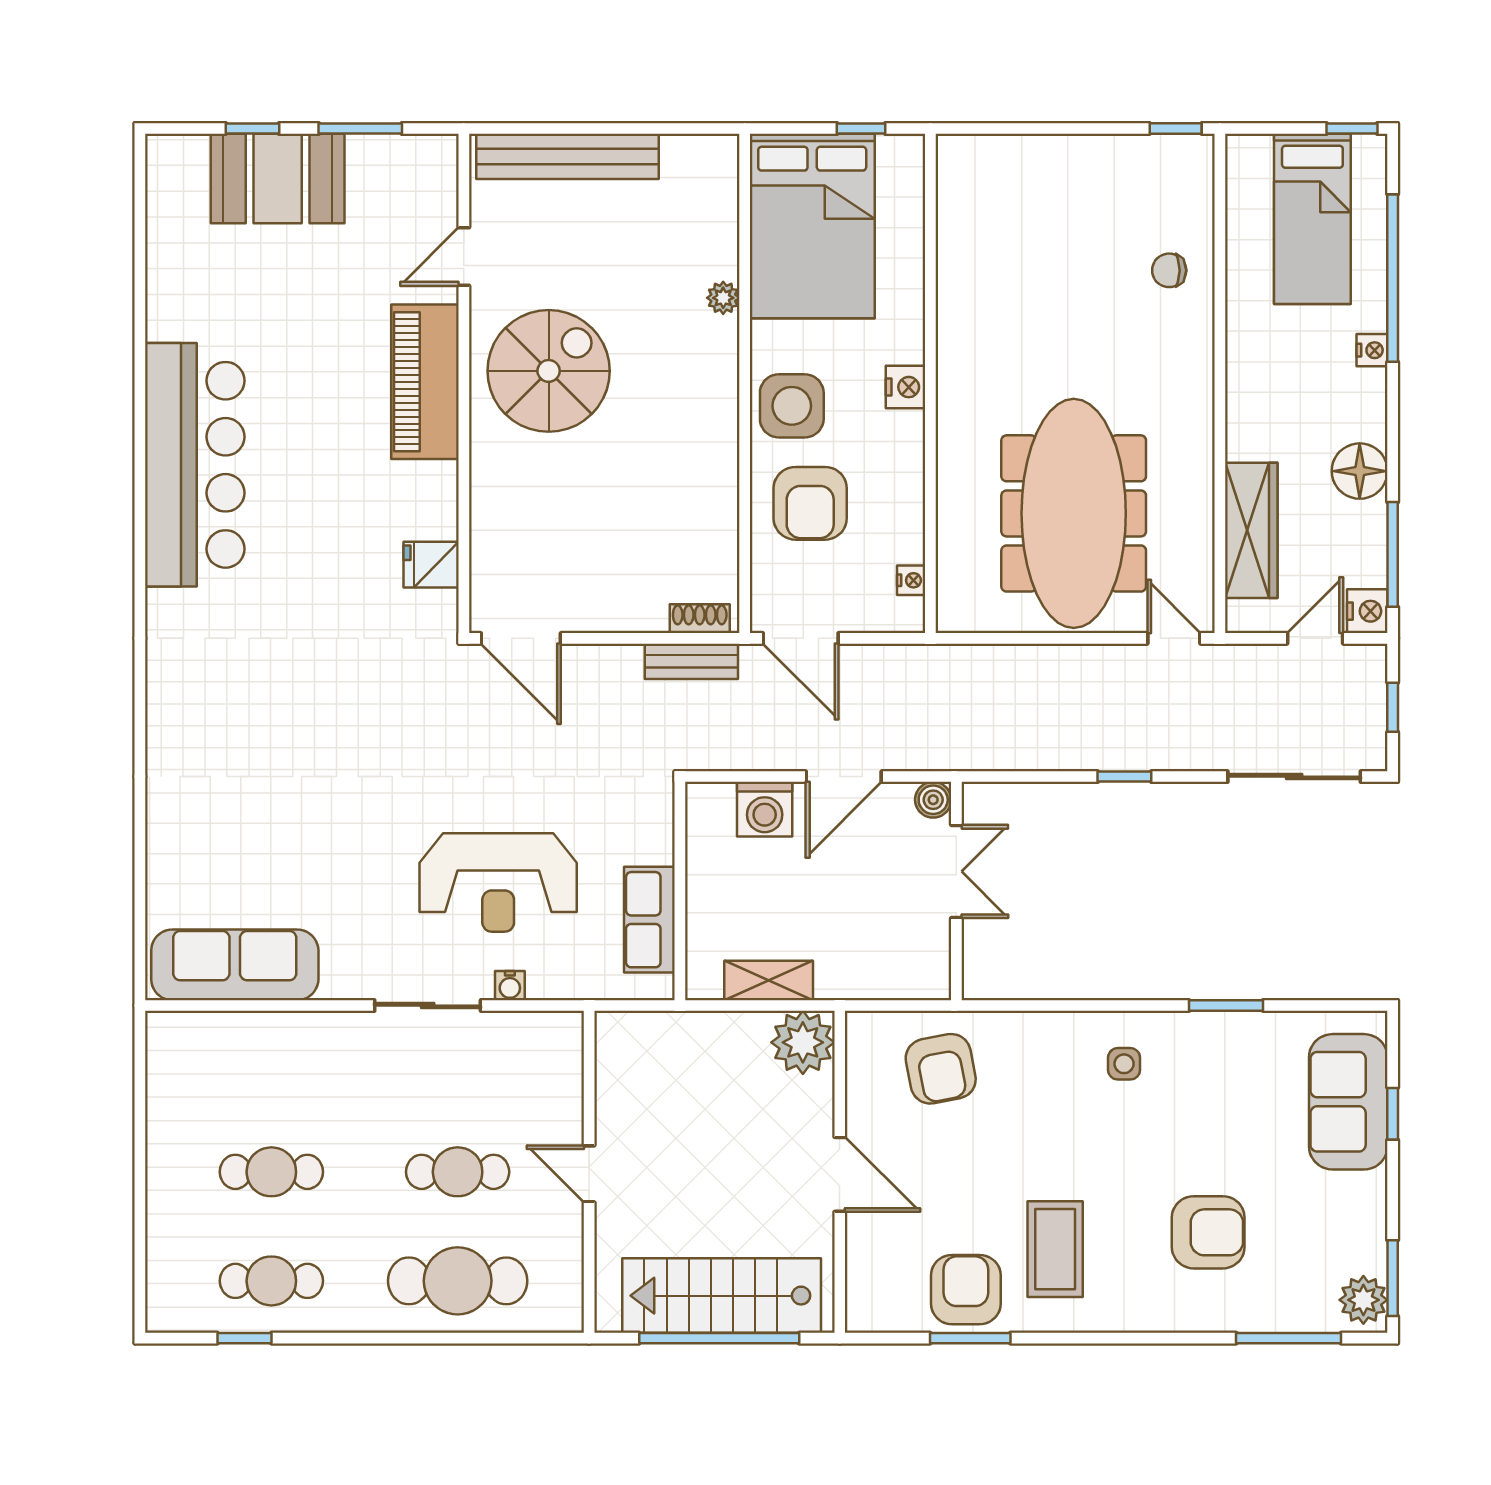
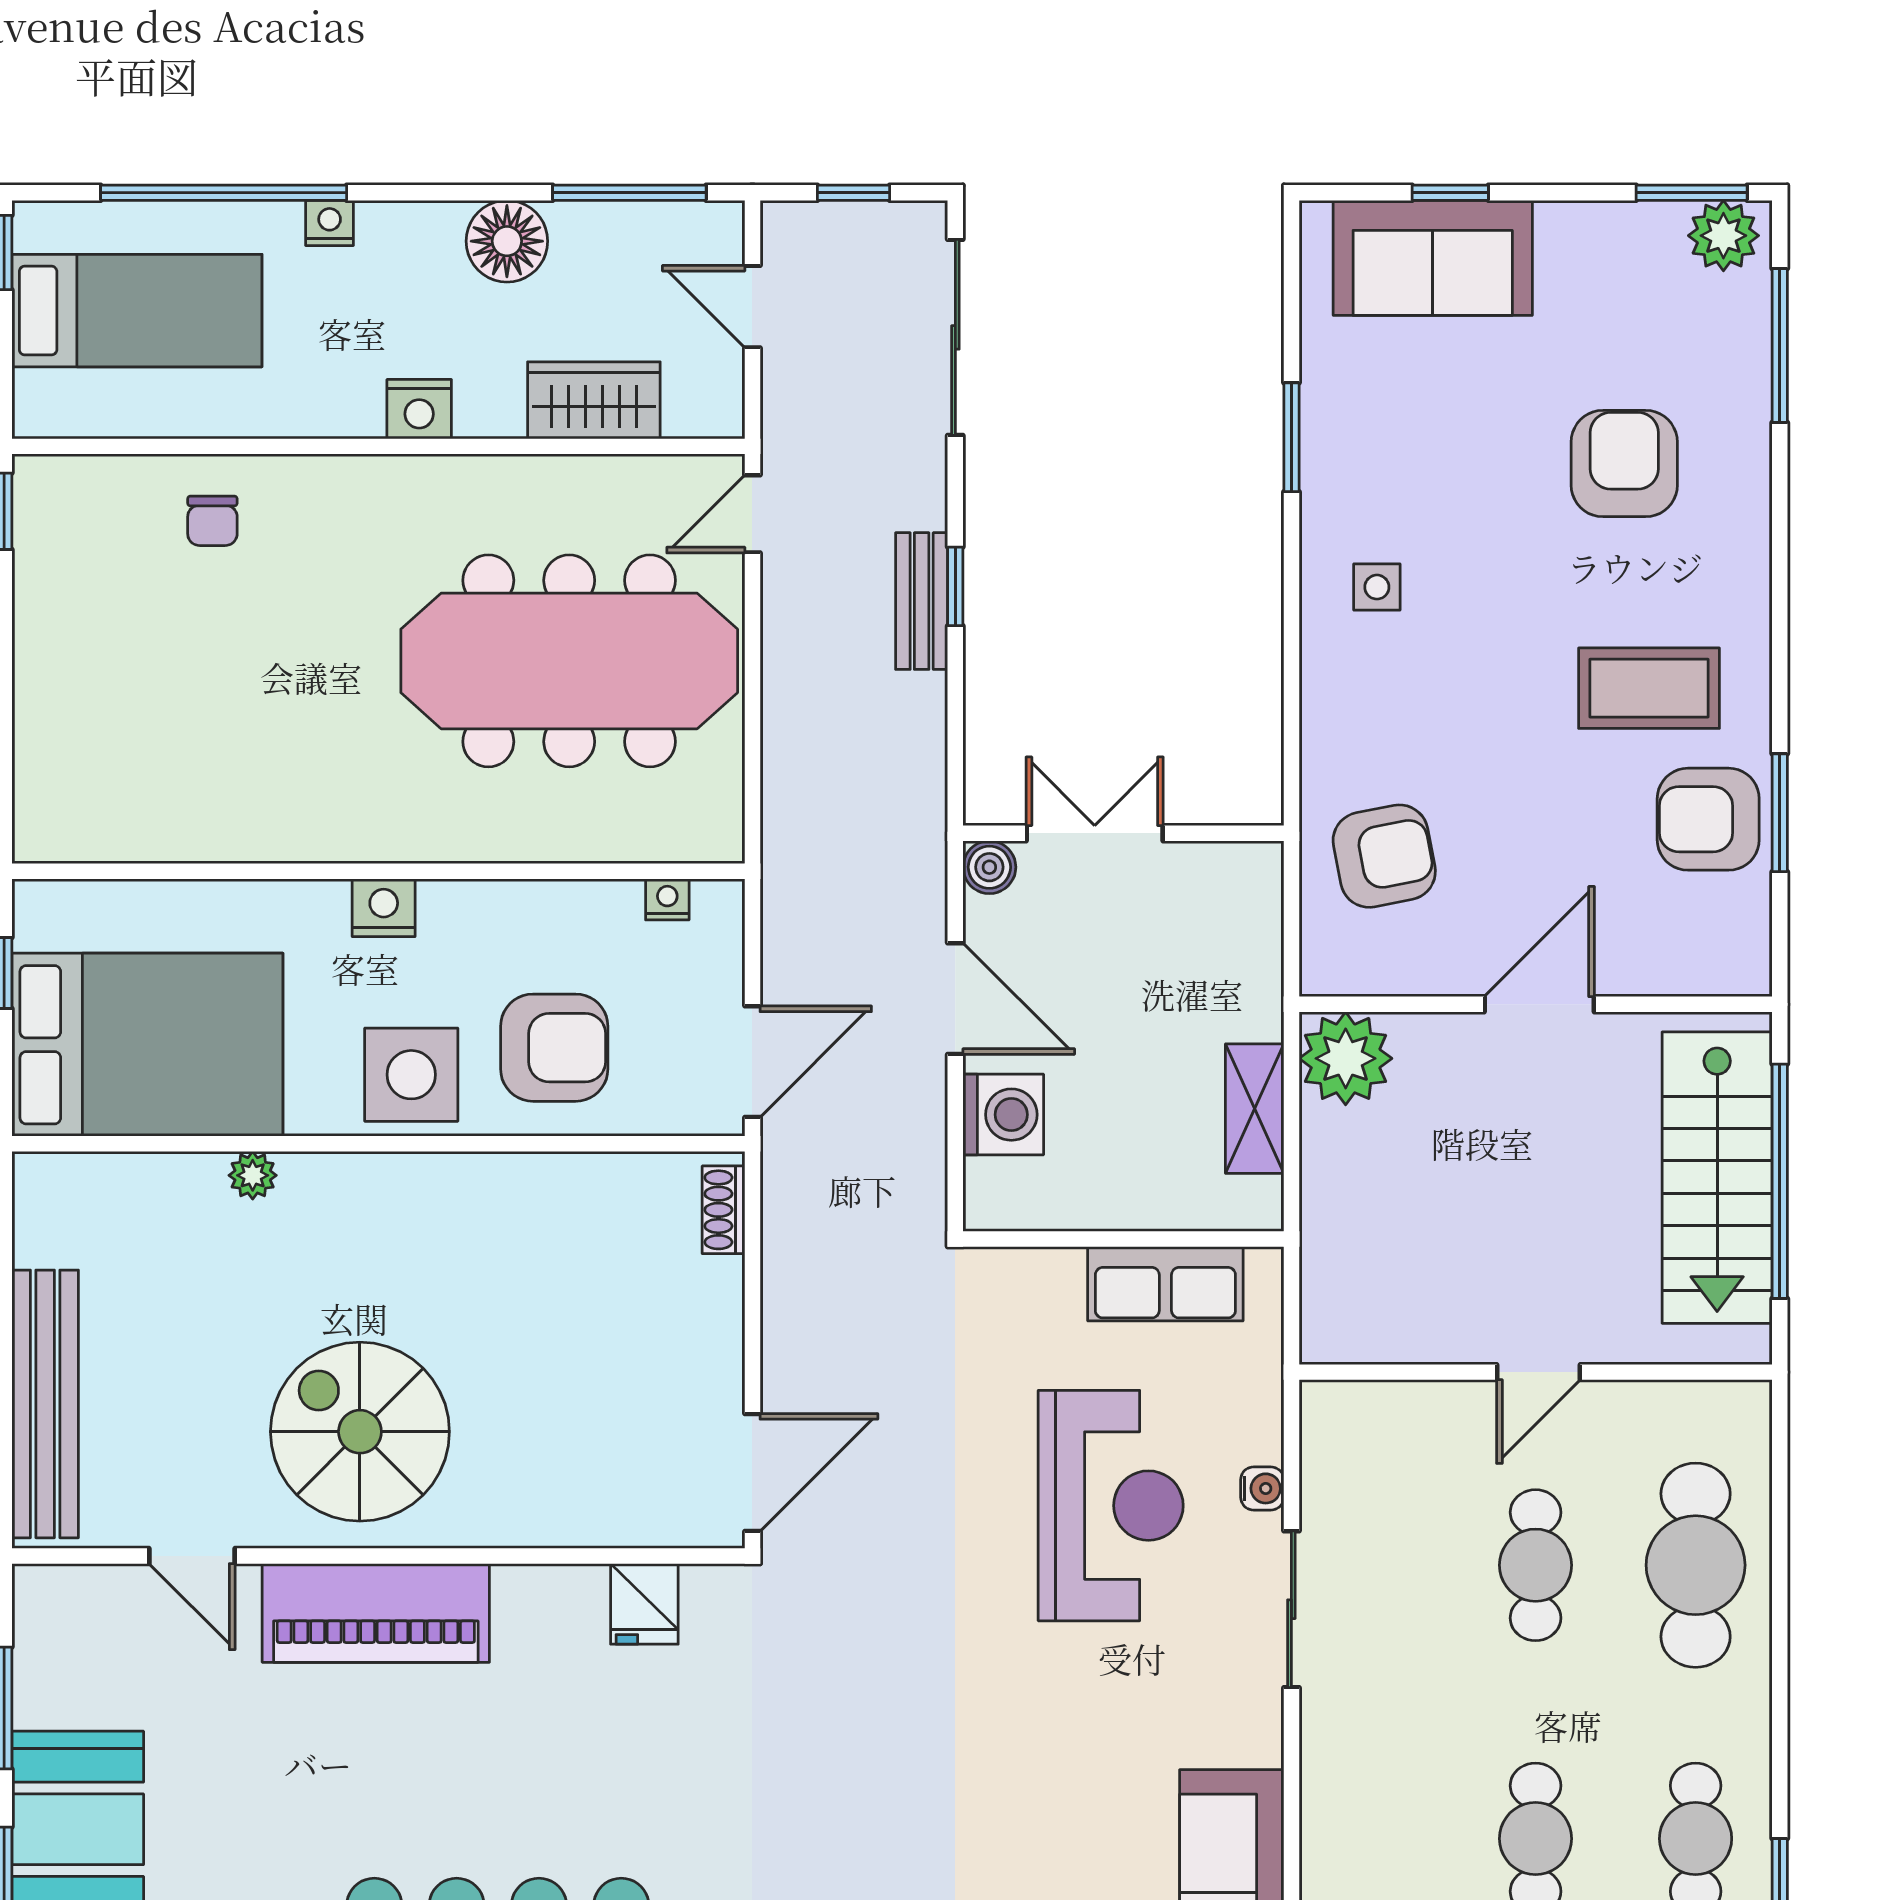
wardrobe: (1251, 530) -> (594, 400), width x0.67
nightstand: (1367, 611) -> (419, 409), moved, turned 180
bench: (691, 661) -> (922, 601), moved

